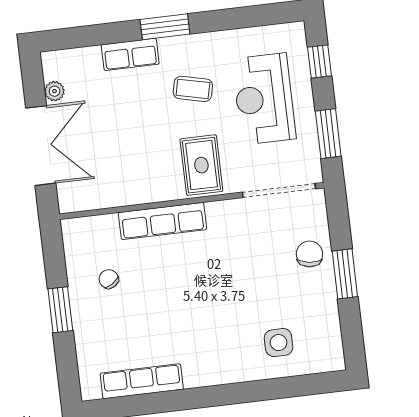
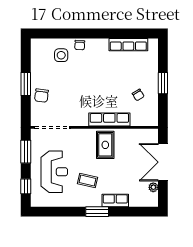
rug: (201, 165) -> (105, 145), moved
chair: (243, 368) -> (80, 45), added

